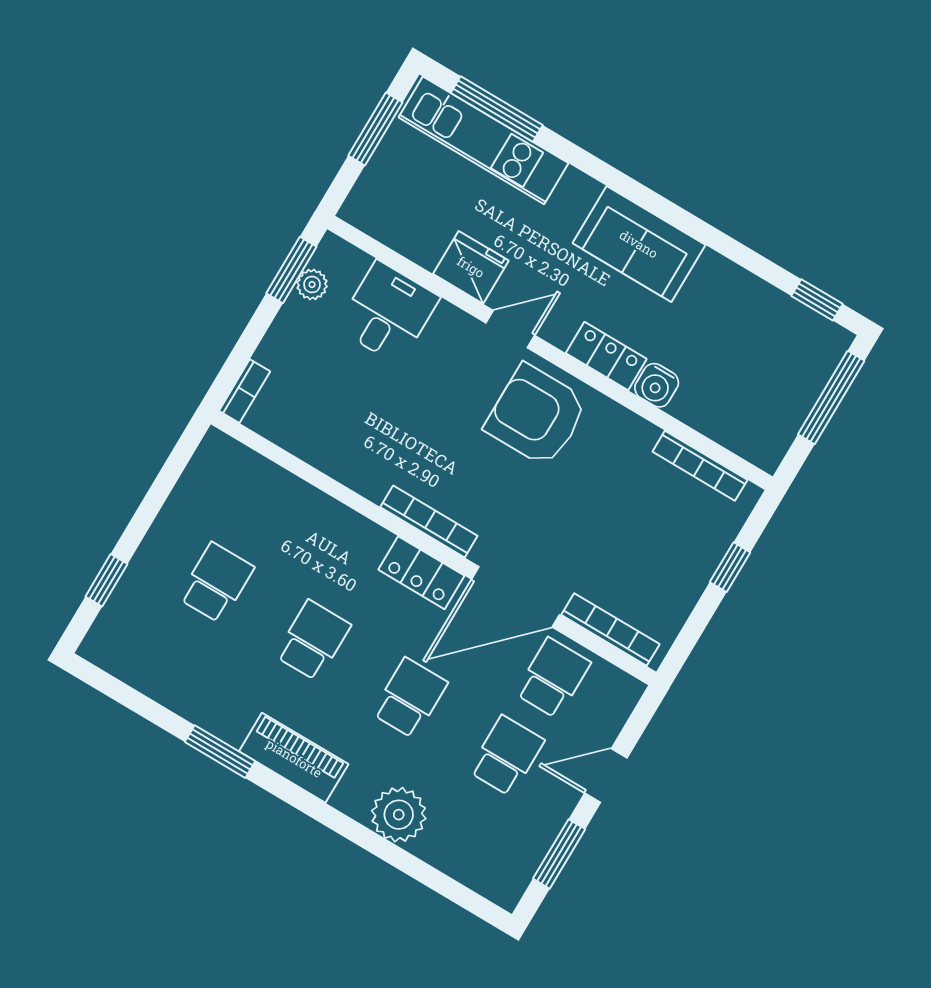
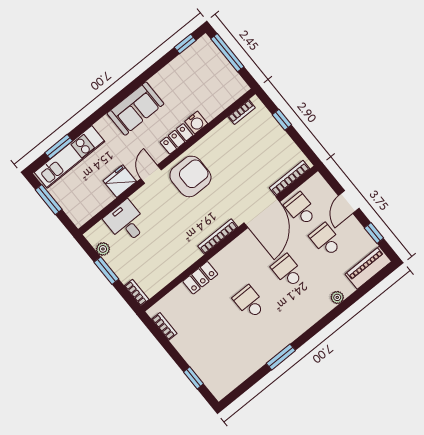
window: (497, 109) -> (59, 147), width x0.69
window: (291, 270) -> (106, 271), moved
armchair: (536, 415) -> (190, 176), turned 180
bookcase: (700, 466) -> (242, 112), width x0.64
bookcase: (194, 477) -> (164, 326), added
locker: (421, 573) -> (200, 278), moved
school desk: (216, 583) -> (211, 333), removed
piano: (294, 758) -> (368, 268), moved
plant: (399, 815) -> (337, 297), width x0.53, depth x0.53
window: (559, 854) -> (374, 233), width x0.67

